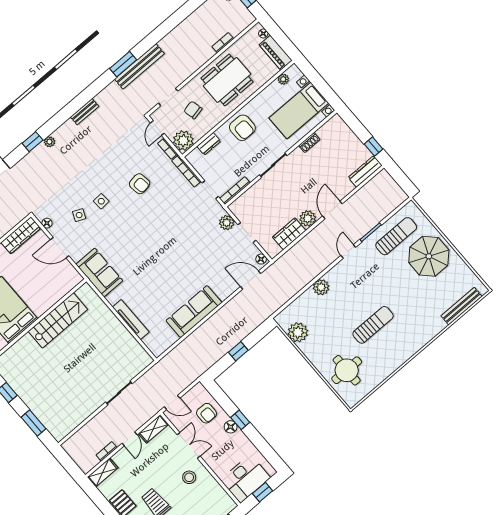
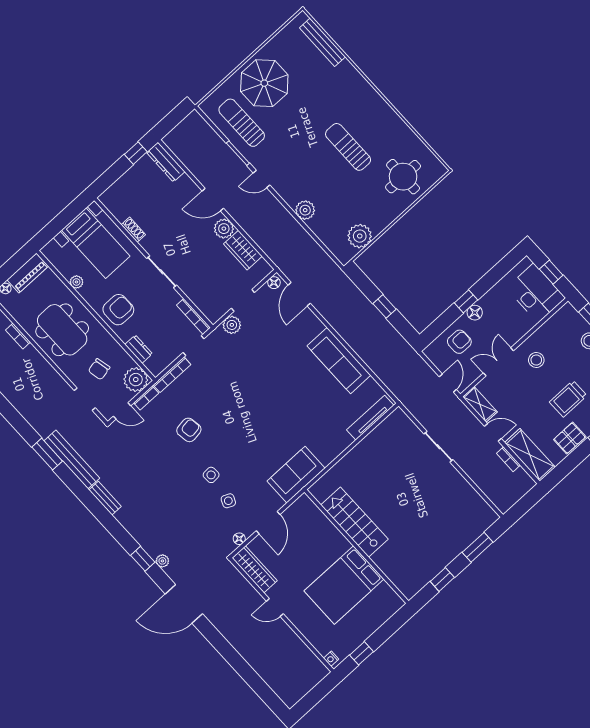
bench: (139, 66) -> (72, 459), moved
plant: (283, 79) -> (76, 282), moved
plant: (49, 142) -> (162, 561), moved
tv unit: (131, 320) -> (370, 418), moved
shelving: (103, 473) -> (530, 455), width x1.50, depth x1.33

